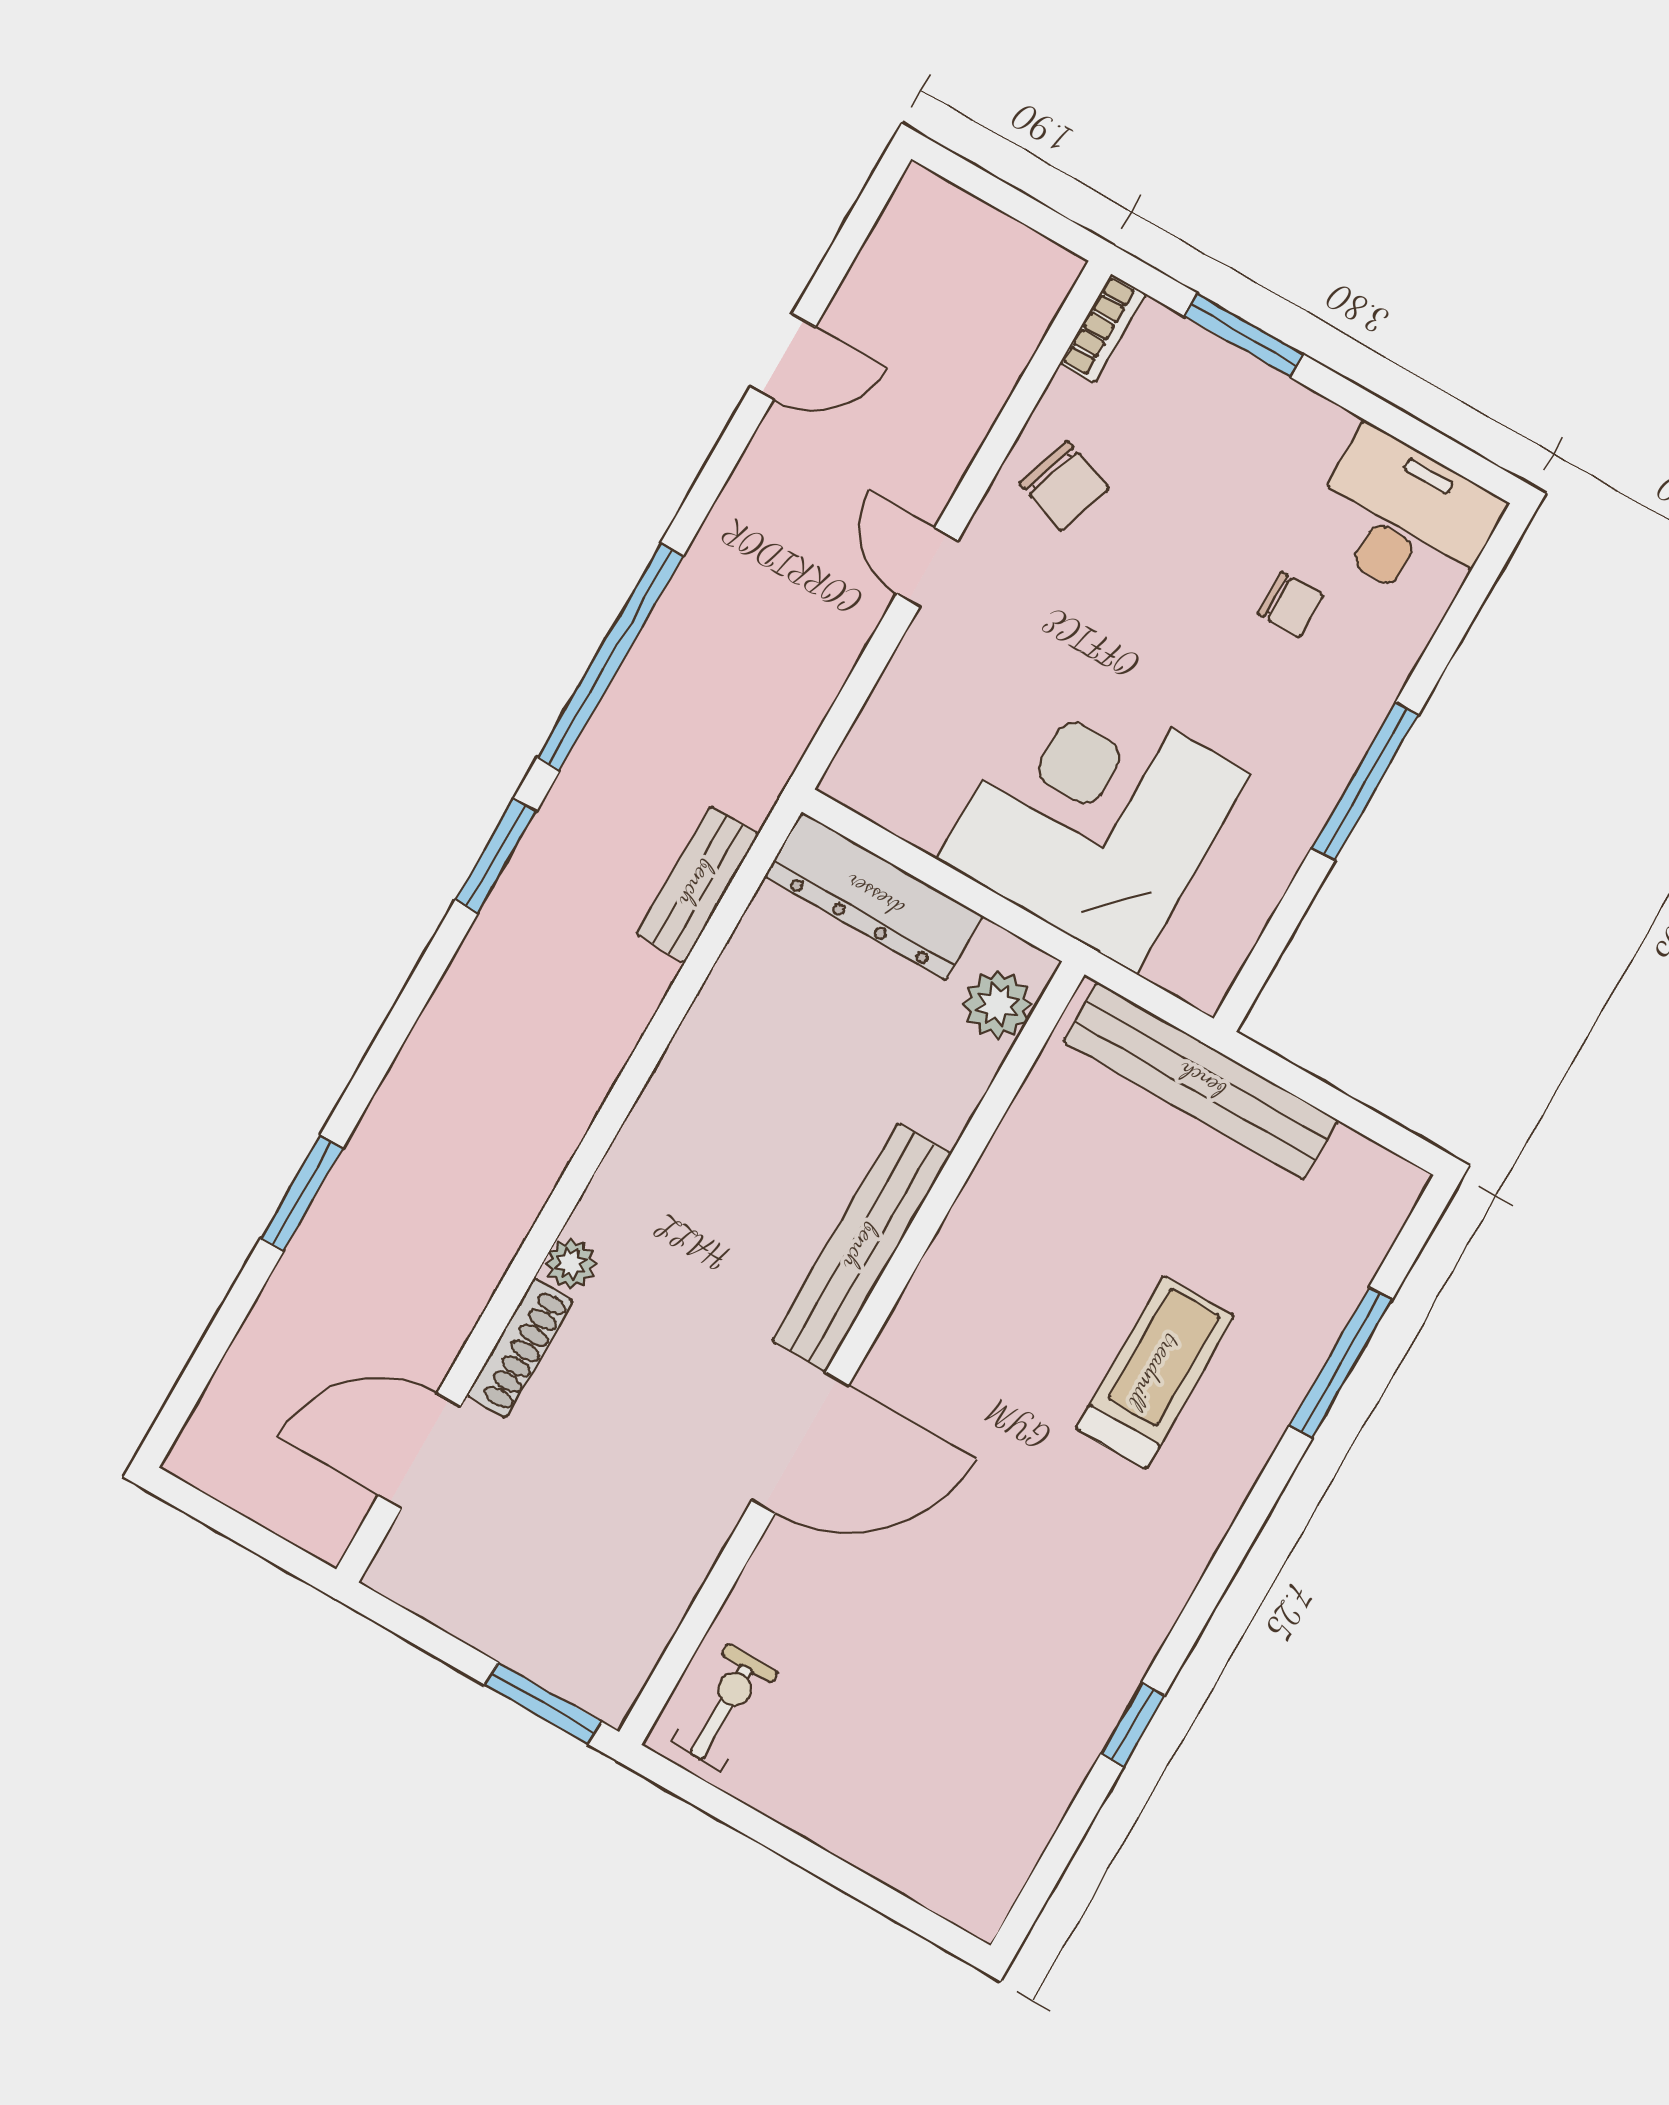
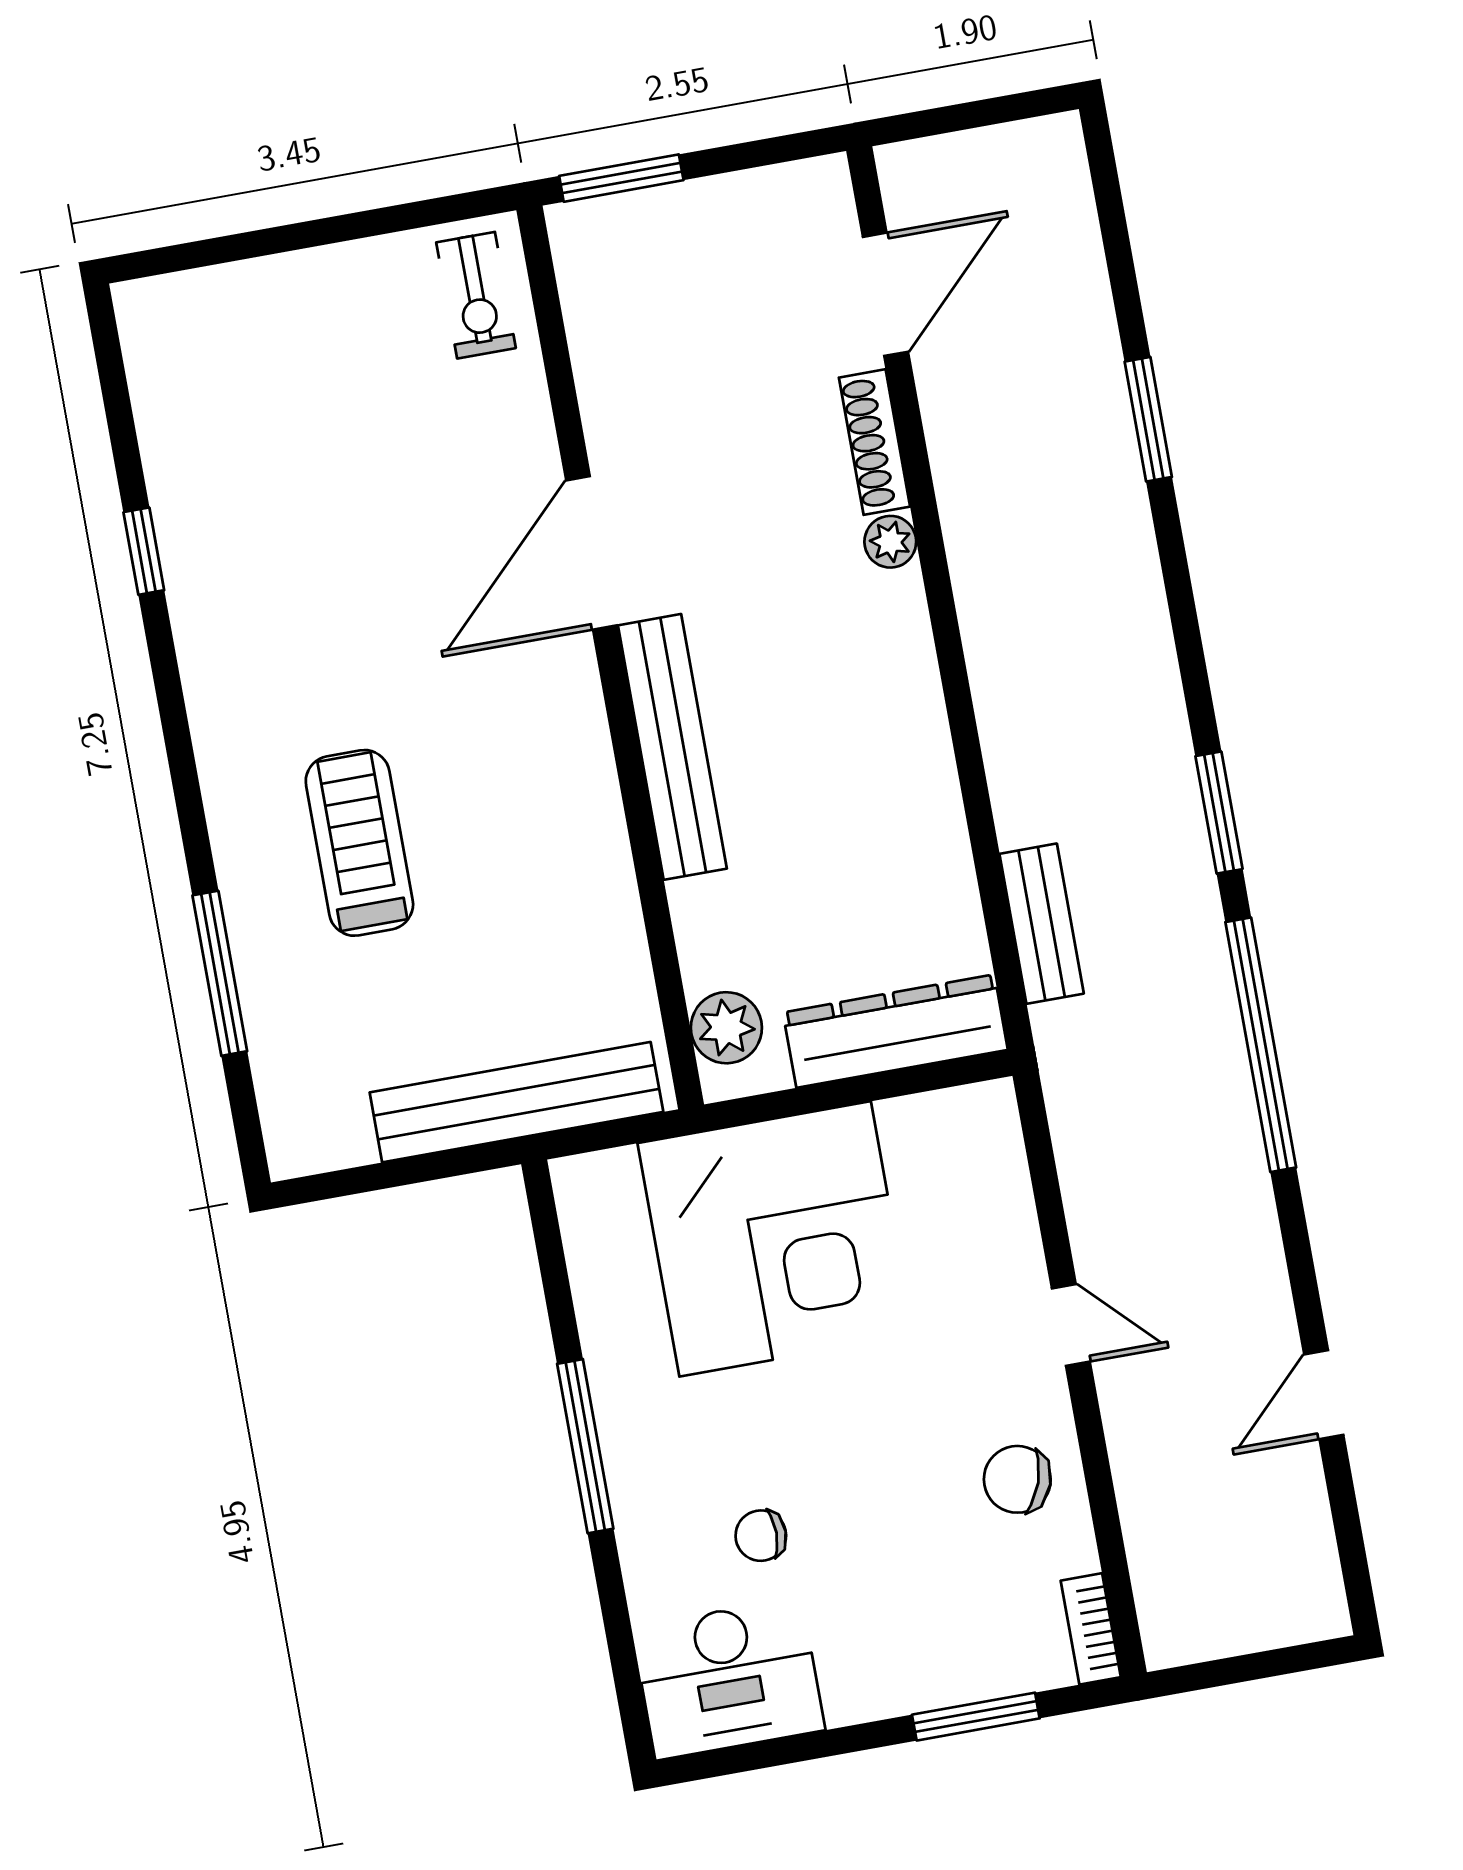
treadmill: (1155, 1372) -> (359, 843), turned 180

